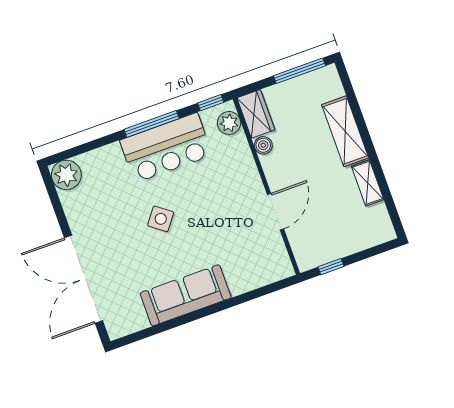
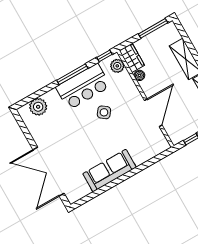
plant: (66, 175) -> (38, 107), moved
door: (276, 212) -> (153, 113), width x1.36
side table: (161, 219) -> (104, 112), moved

